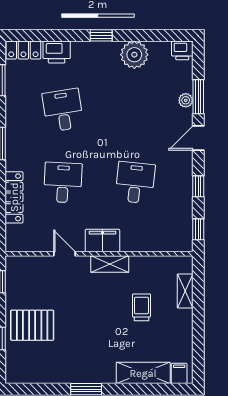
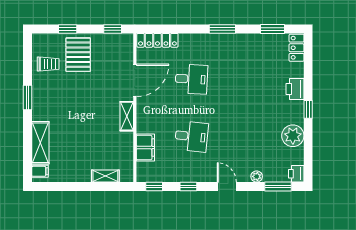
printer: (57, 52) -> (295, 89), moved
window: (198, 97) -> (278, 186), moved
desk: (63, 110) -> (249, 79), removed
locker: (14, 197) -> (157, 40), moved
filing cabinet: (102, 241) -> (145, 148), moved
door: (64, 254) -> (135, 80), width x1.87
trolley: (141, 307) -> (48, 64), moved

